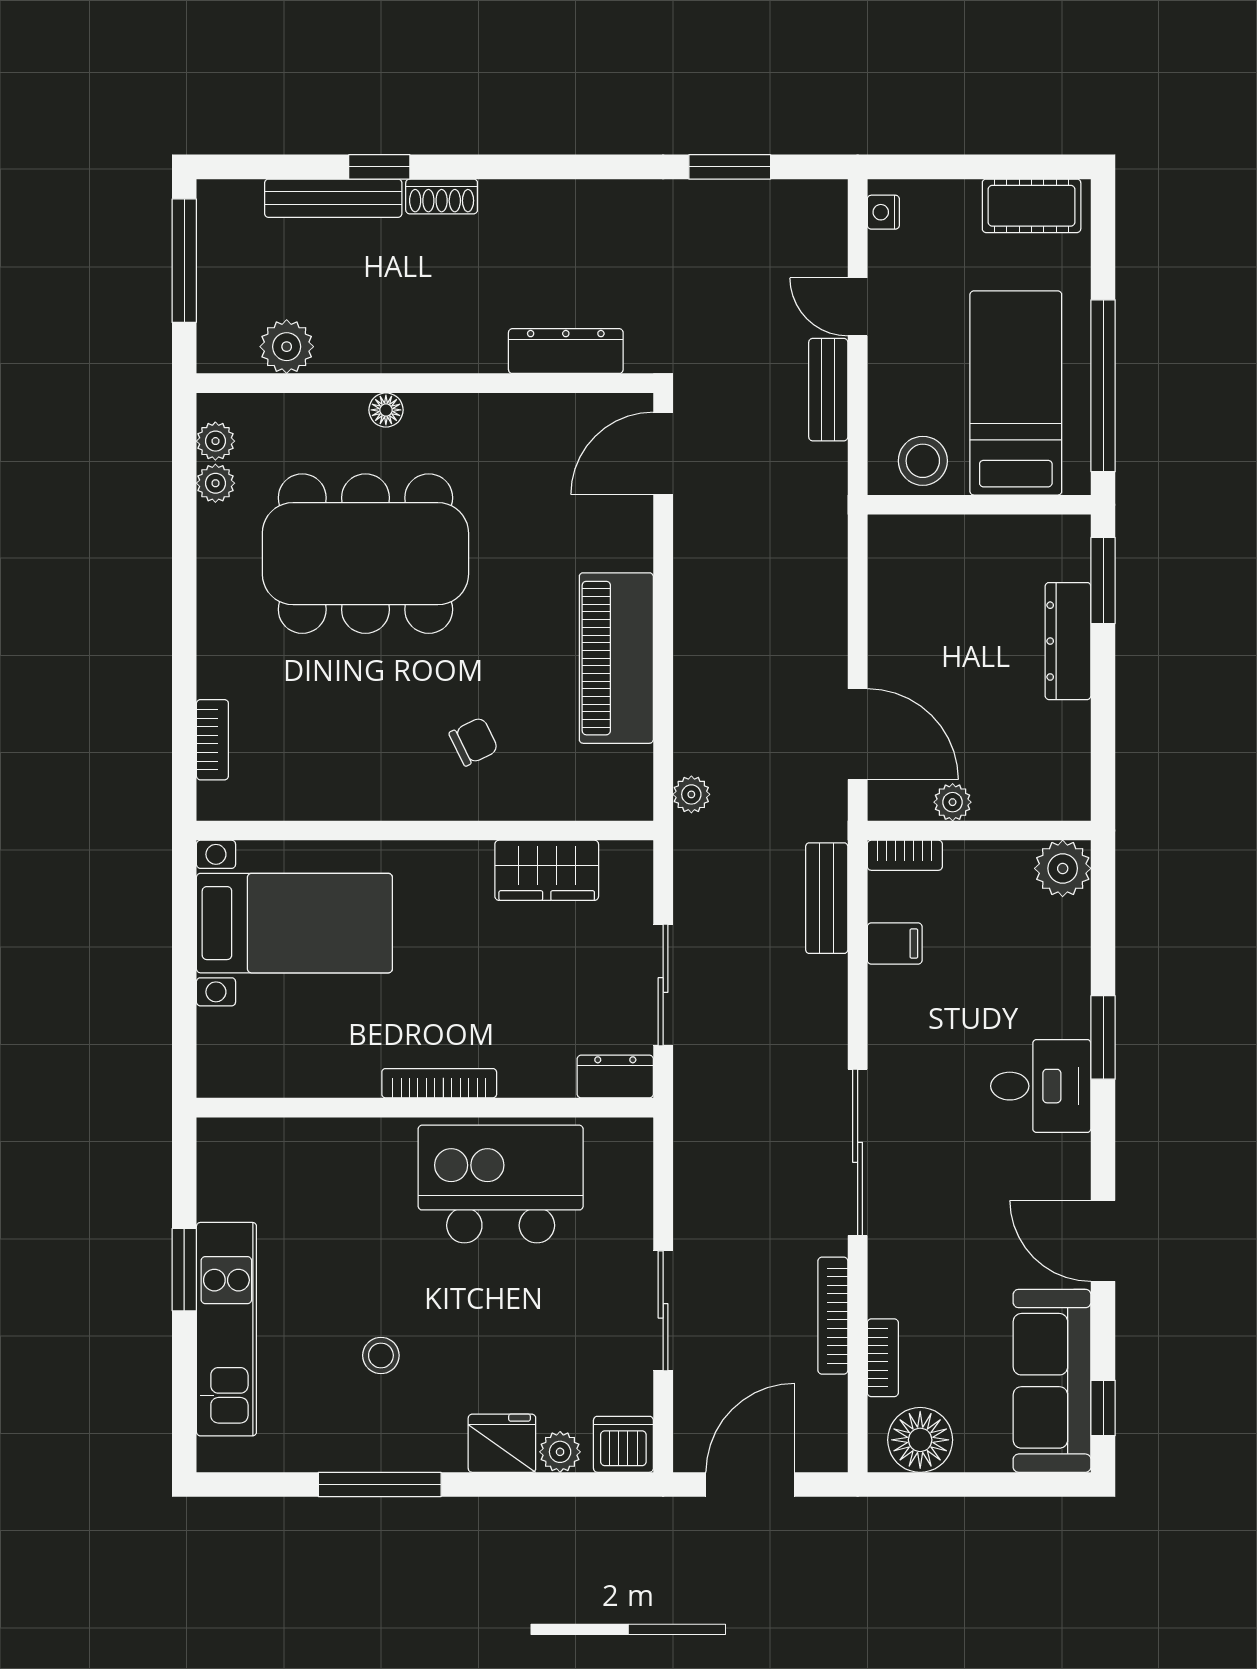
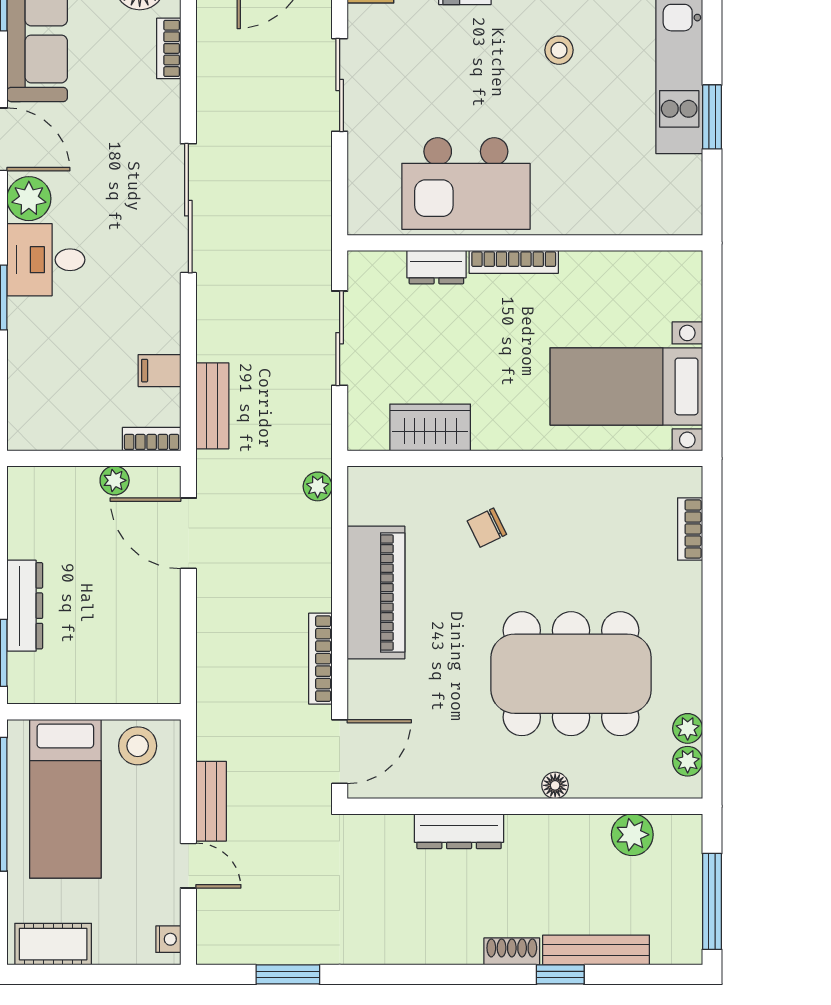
dresser: (566, 351) -> (459, 831), moved
plant: (1063, 868) -> (29, 199), moved
dresser: (615, 1077) -> (436, 267), moved
bookcase: (833, 1316) -> (320, 659), moved, turned 180

